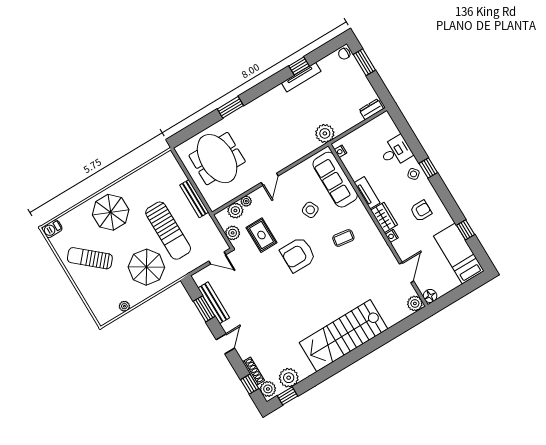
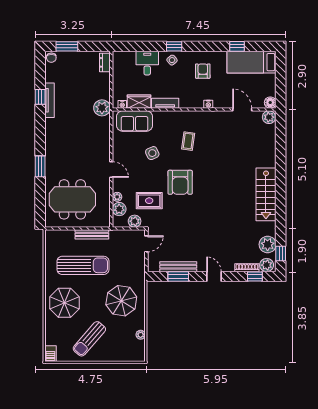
sofa: (335, 180) -> (135, 121), width x0.73
wardrobe: (384, 217) -> (139, 102), moved
sun lounger: (168, 231) -> (83, 265), moved
stairs: (343, 336) -> (266, 194), width x0.73, depth x0.66

